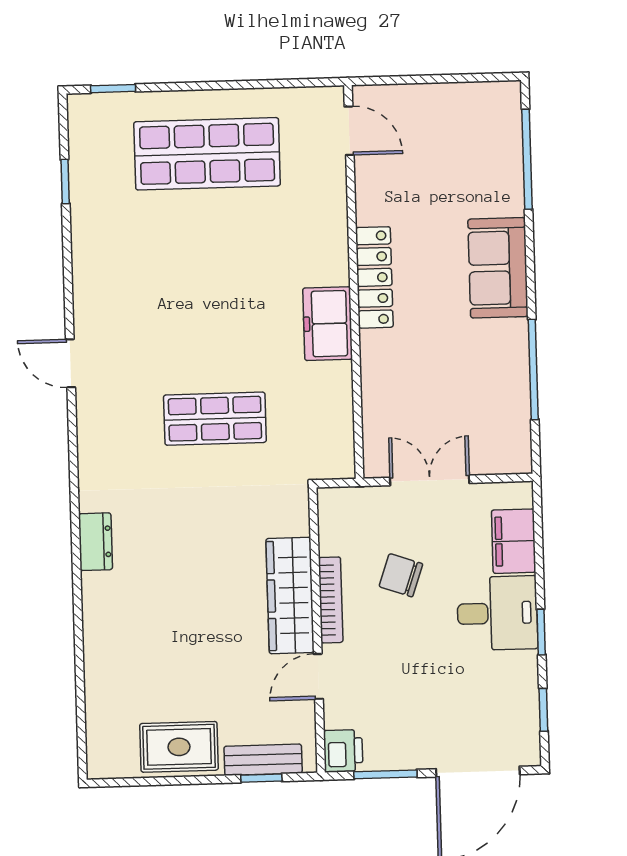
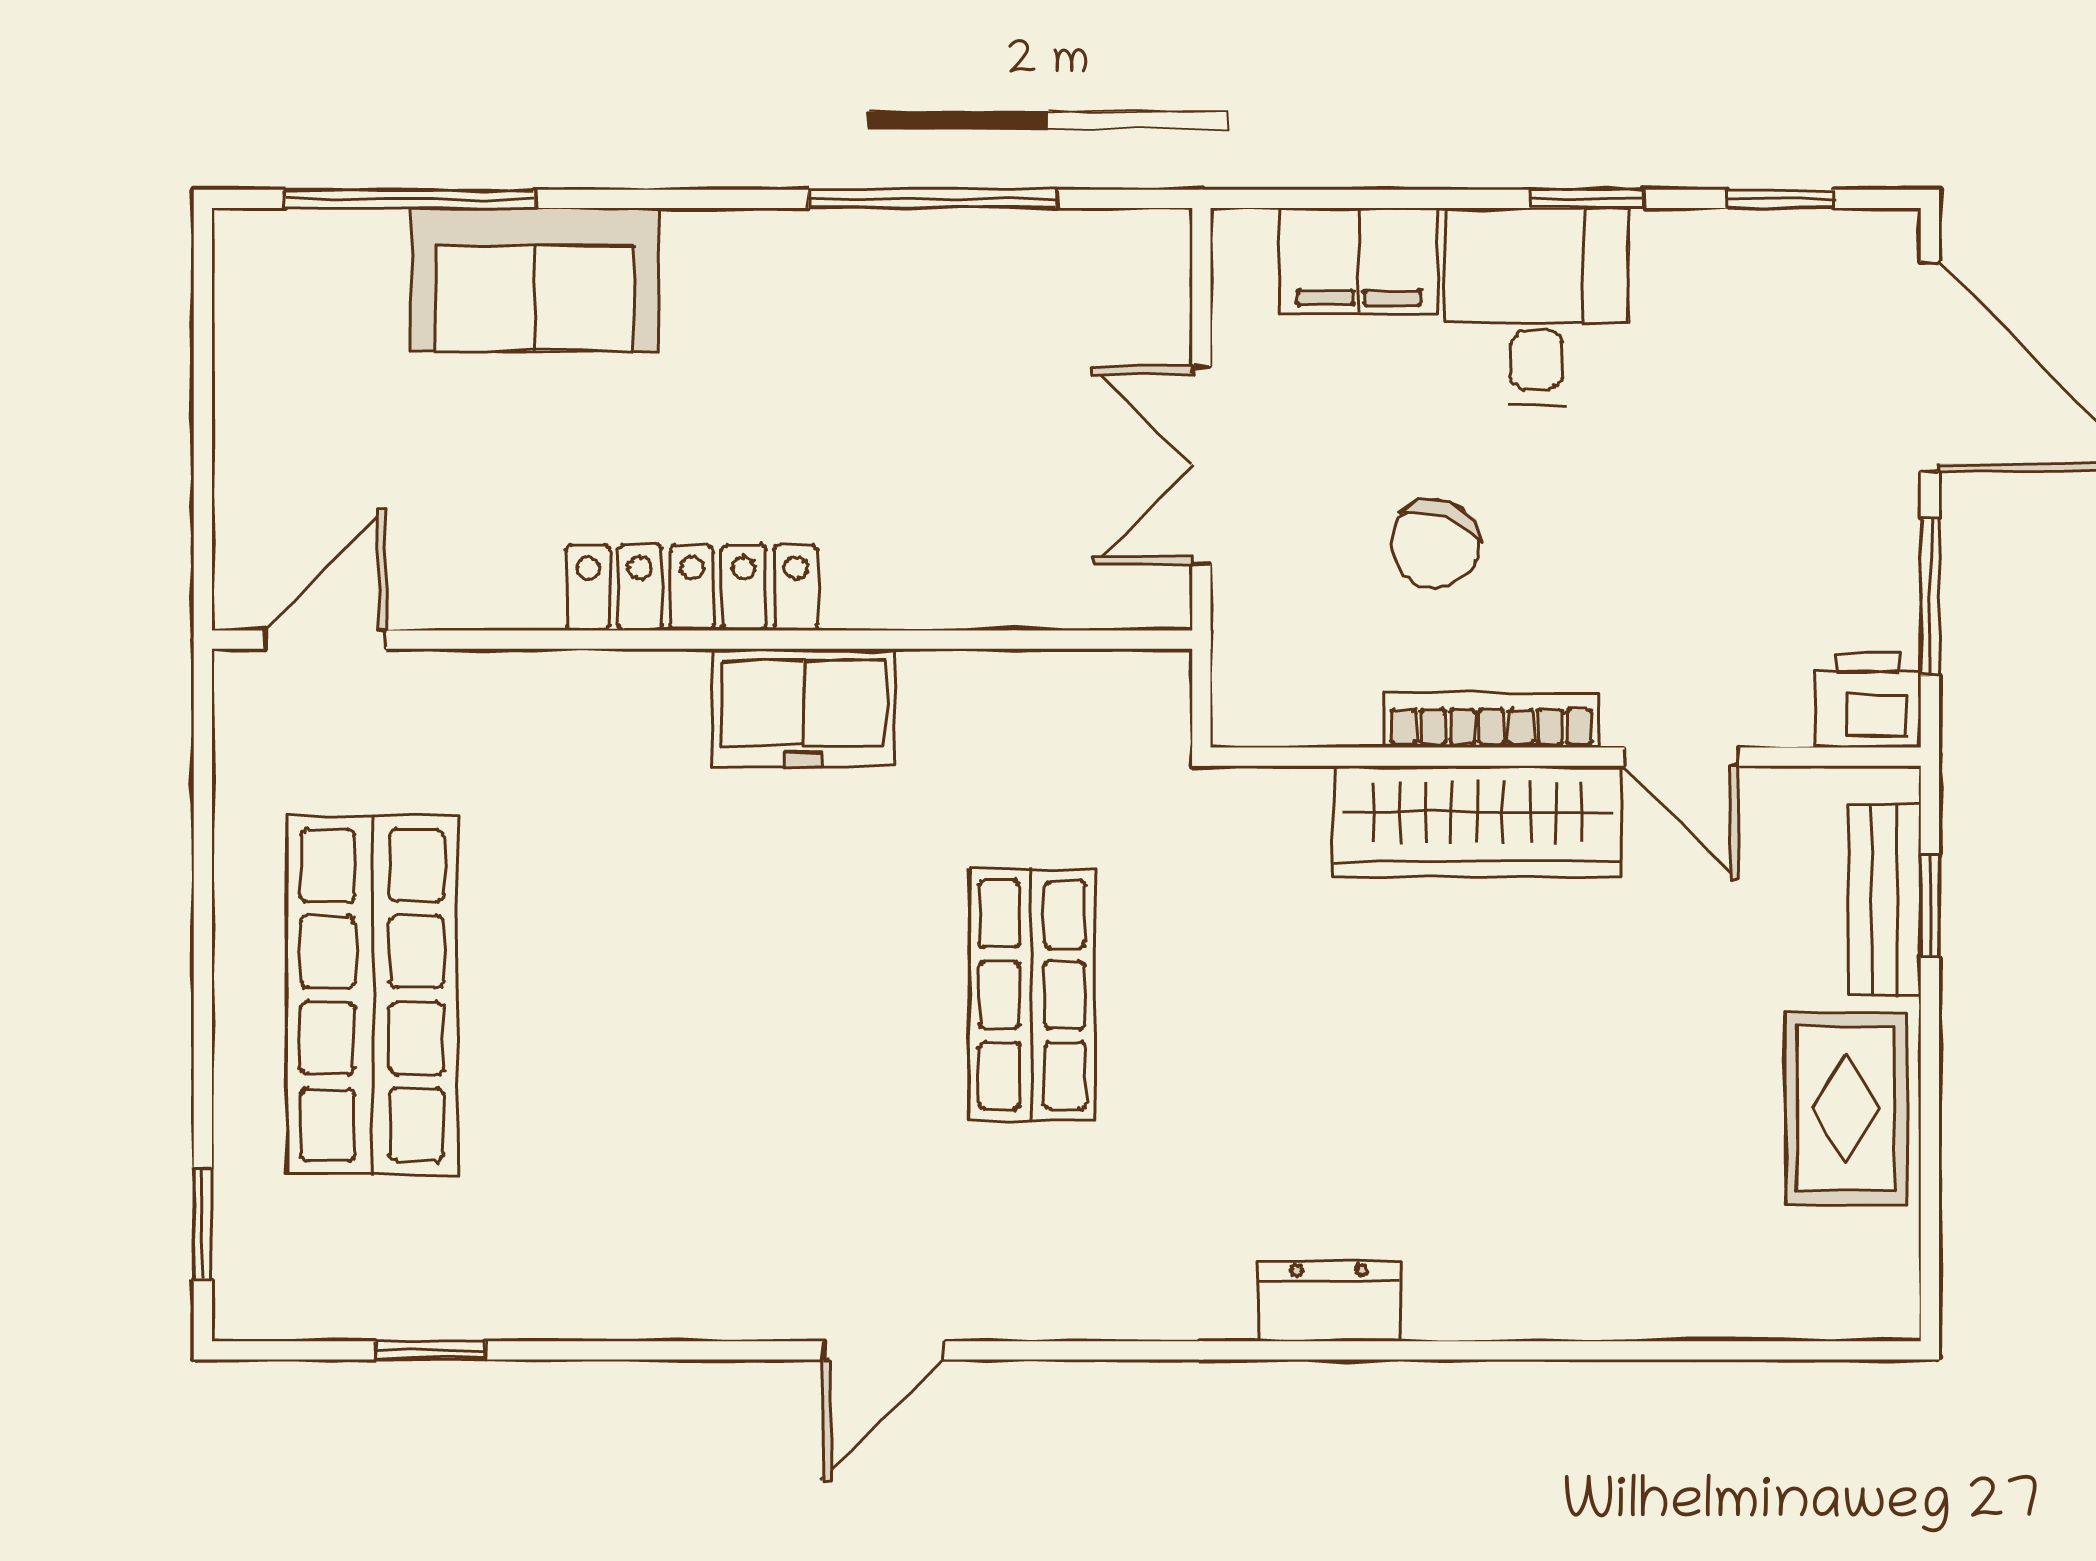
sofa: (498, 268) -> (534, 279), moved

